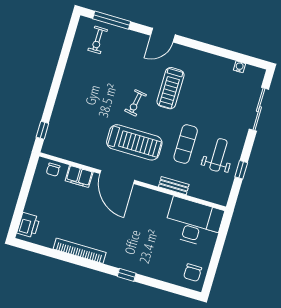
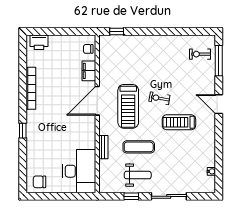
sliding door: (259, 109) -> (169, 196), moved

